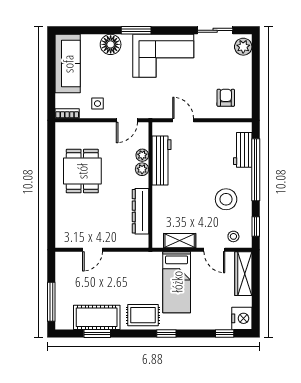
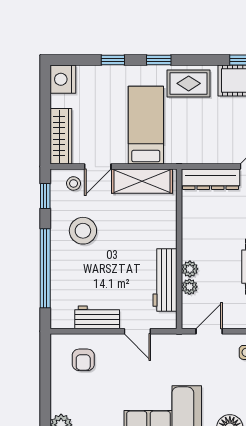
workbench: (243, 150) -> (97, 317), moved, turned -90
dresser: (140, 211) -> (211, 179), moved, turned 90
shelving: (180, 241) -> (142, 181), width x1.50, depth x1.33
door: (214, 250) -> (98, 167), swing flipped
window: (225, 333) -> (113, 60), moved

